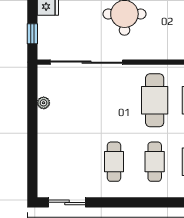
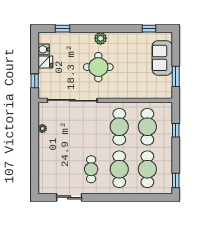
cafe table: (155, 162) -> (119, 169), width x1.37, depth x1.35
sliding door: (67, 202) -> (69, 197), moved

